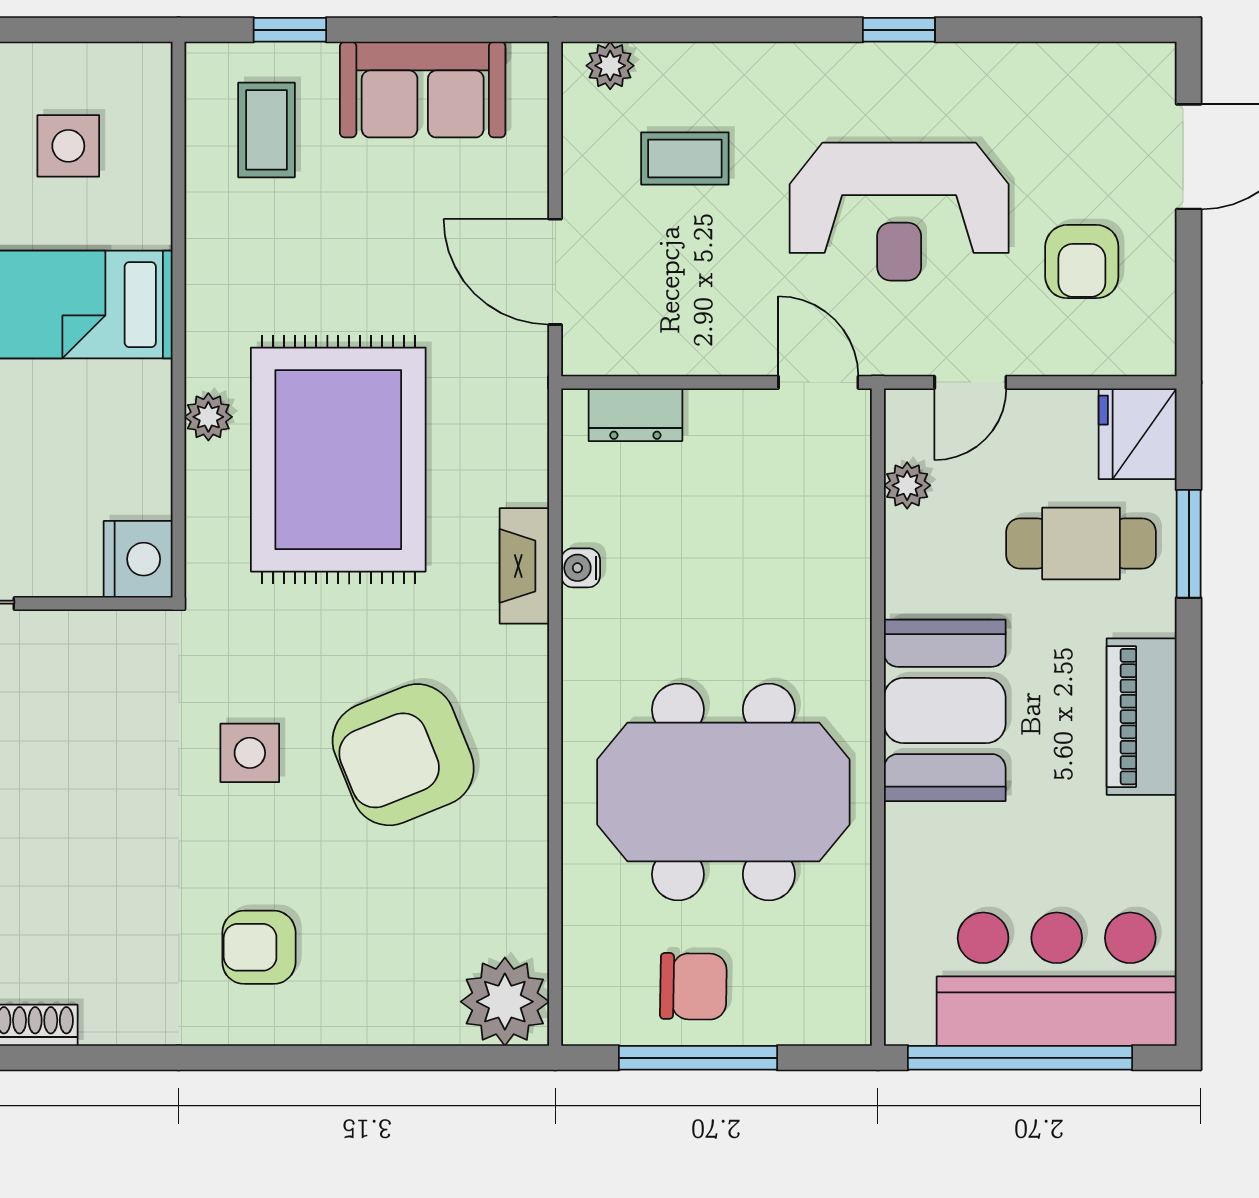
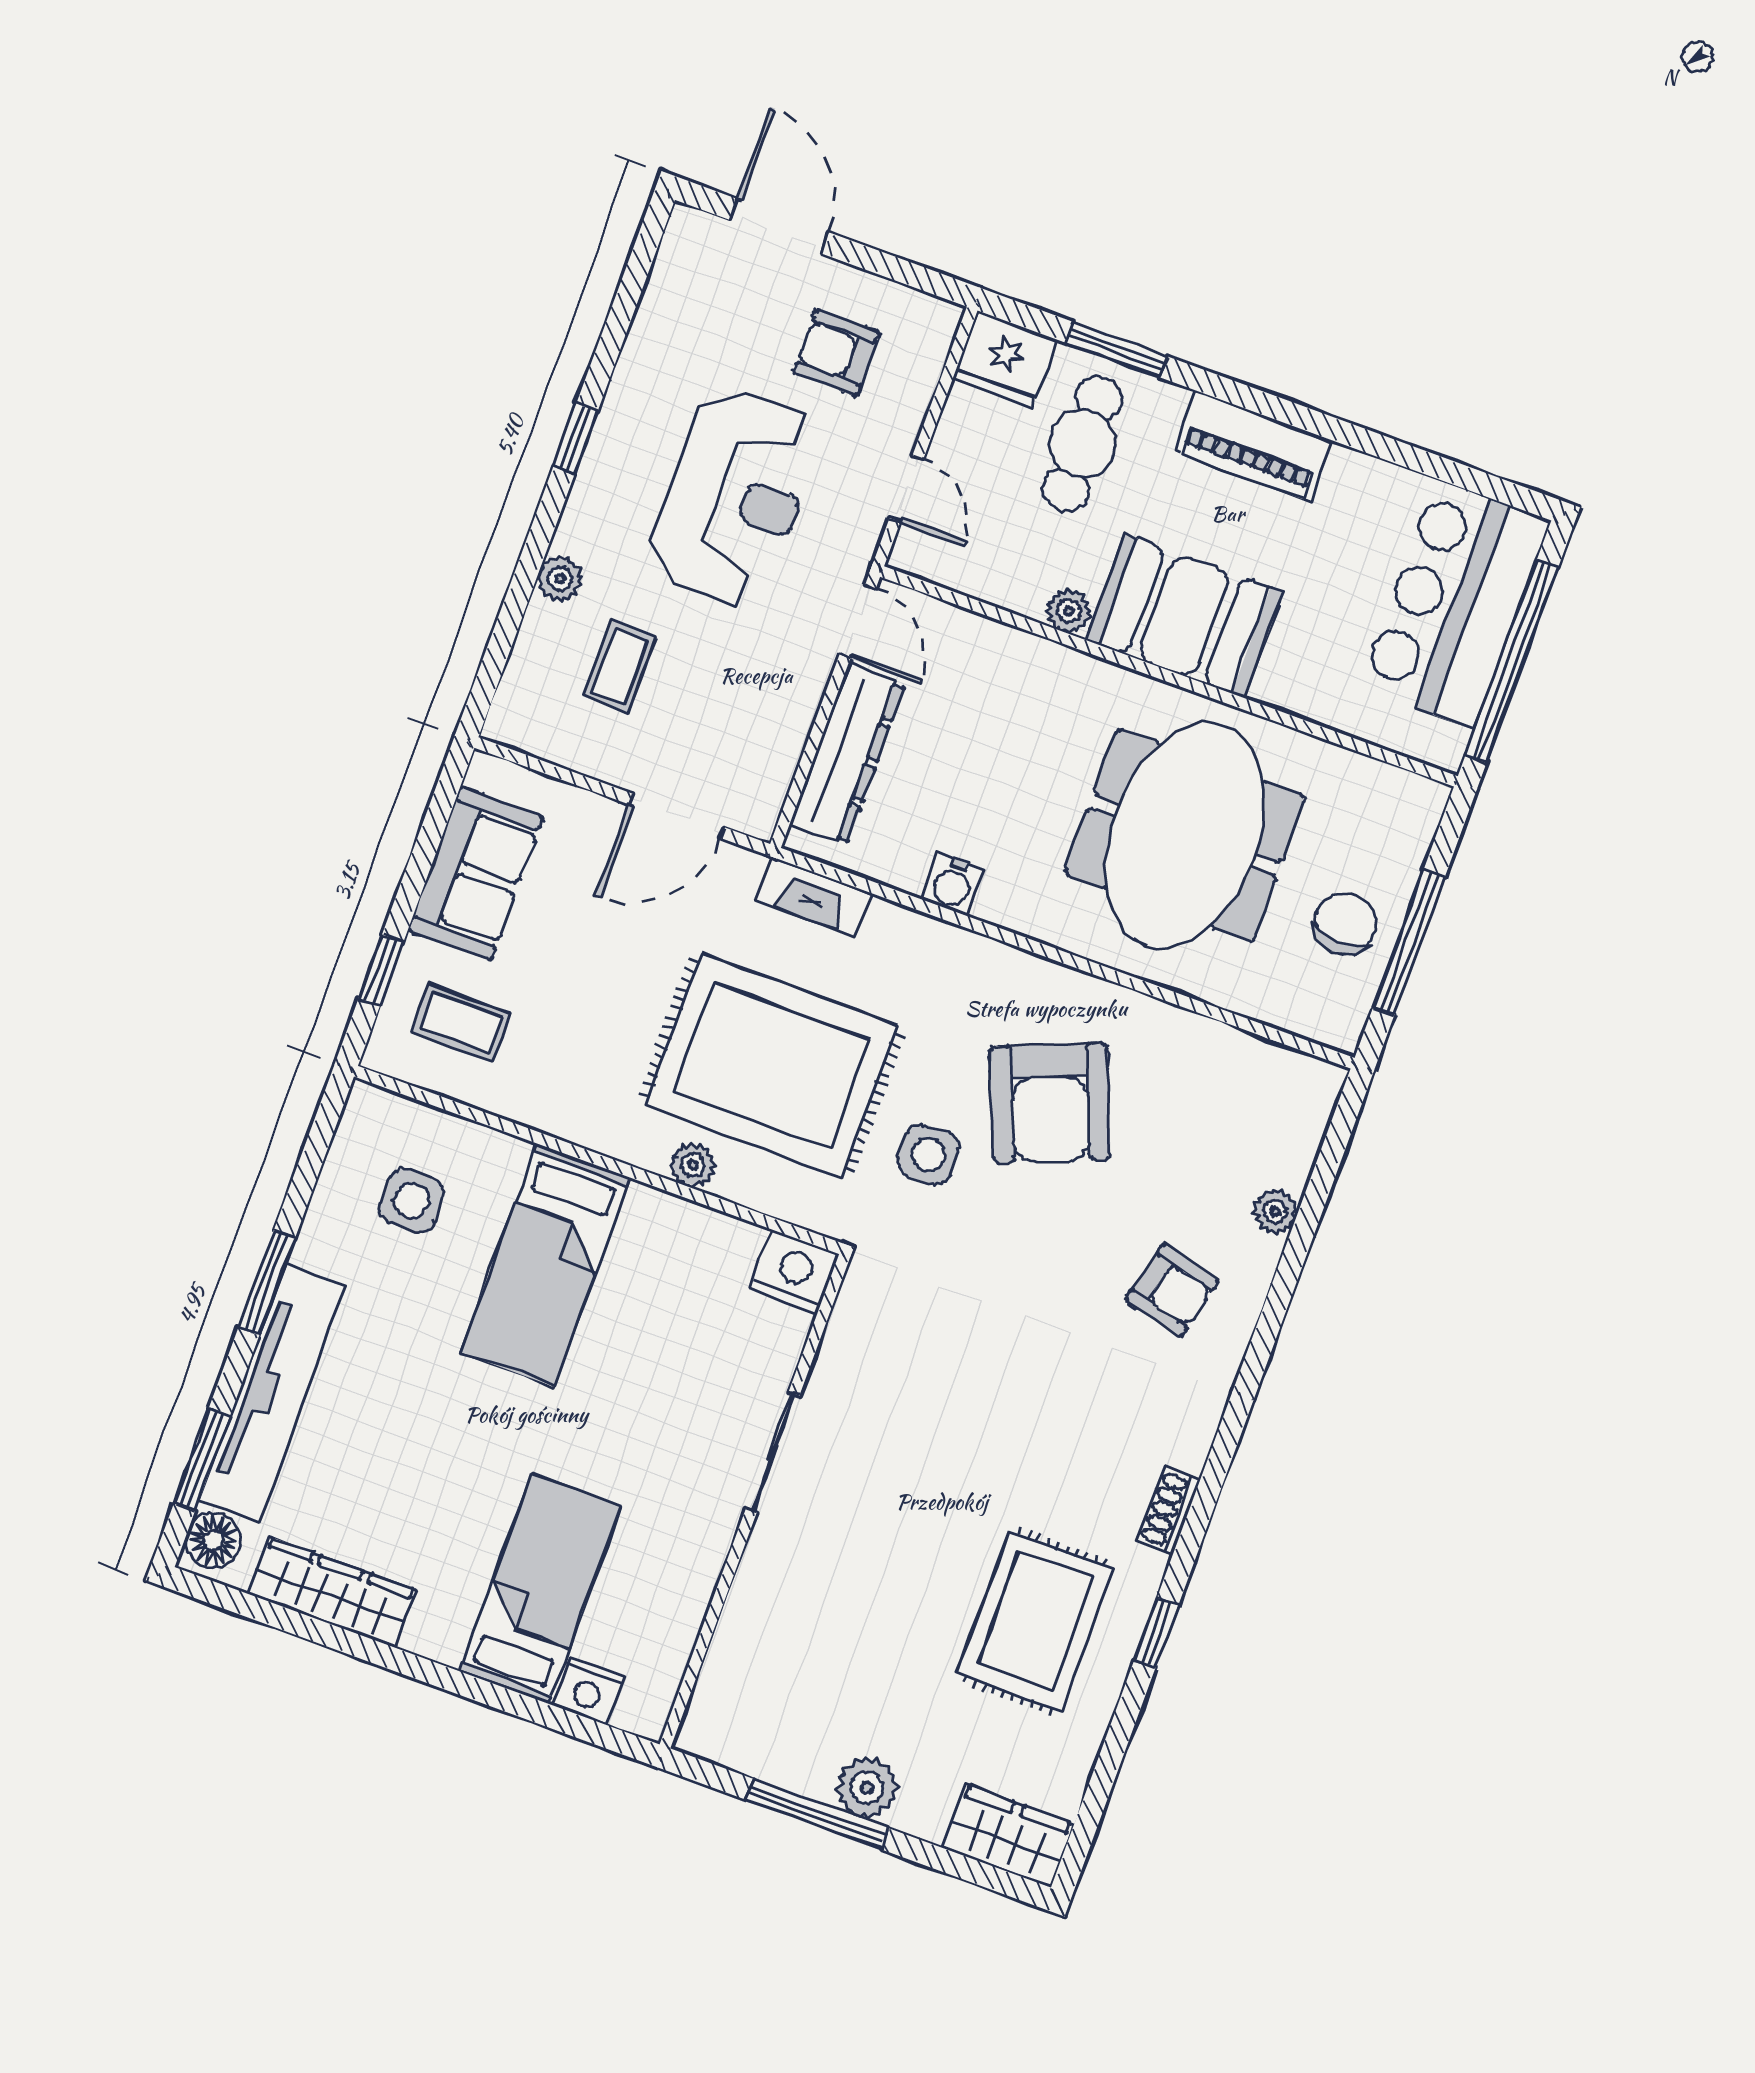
plant: (610, 66) -> (560, 578), moved
armchair: (1082, 262) -> (836, 353), turned 180
door: (818, 382) -> (858, 622), swing flipped
dresser: (635, 415) -> (848, 754), width x1.96, depth x1.24
plant: (907, 485) -> (1069, 611), moved
fireplace: (524, 566) -> (813, 896), moved
water cooler: (581, 568) -> (953, 884), width x1.38, depth x1.38
side table: (250, 753) -> (928, 1154), moved
armchair: (259, 947) -> (1172, 1290), turned -76
plant: (505, 1002) -> (1275, 1211), moved, width x0.53, depth x0.53

